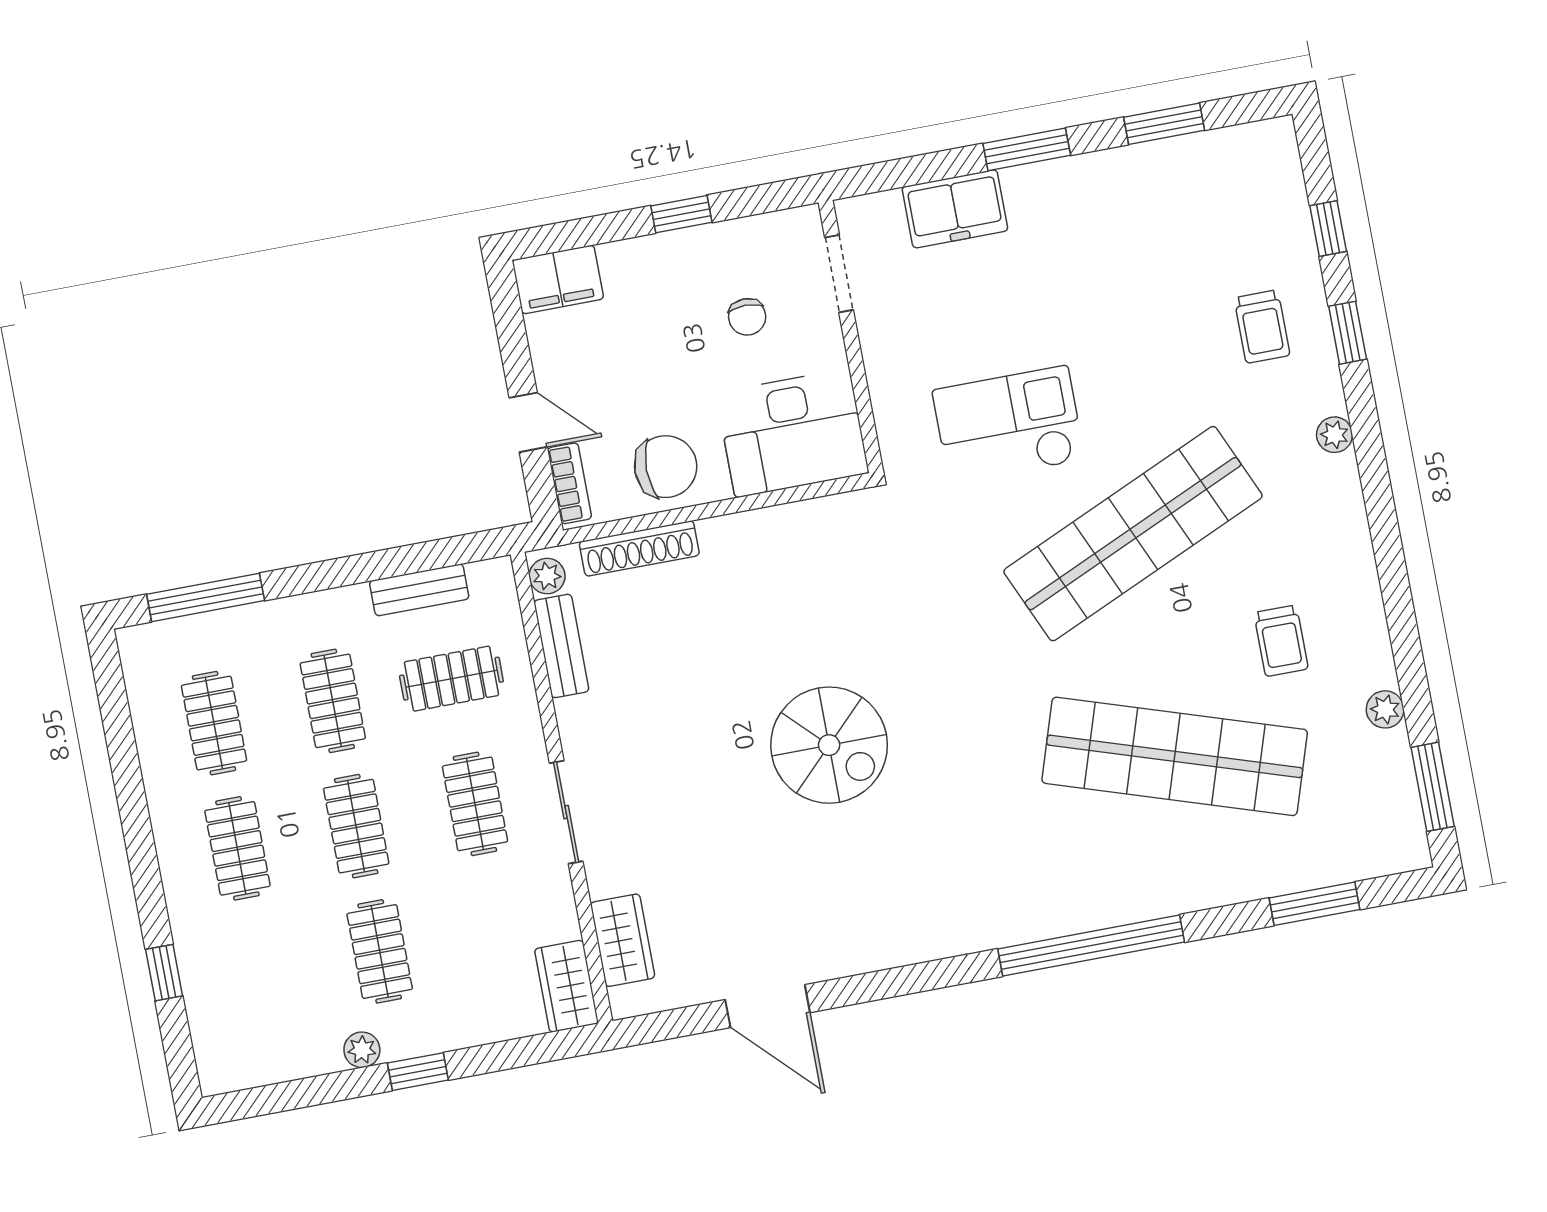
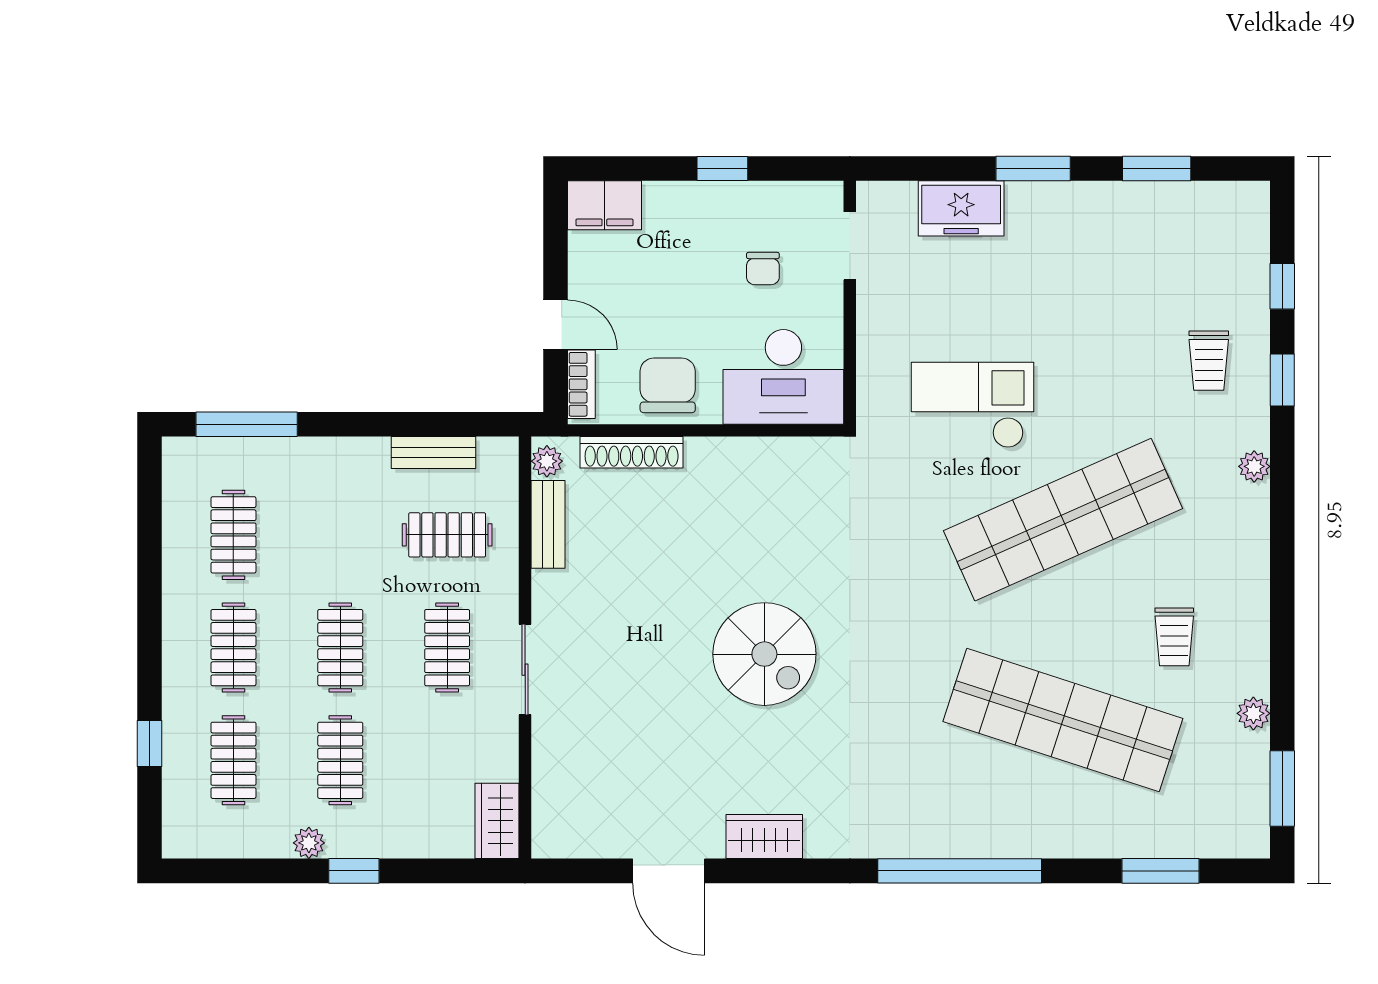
chair: (666, 467) -> (668, 385), turned -90
clothes rail: (333, 701) -> (233, 760), moved
wardrobe: (623, 940) -> (764, 837), moved, turned -90

